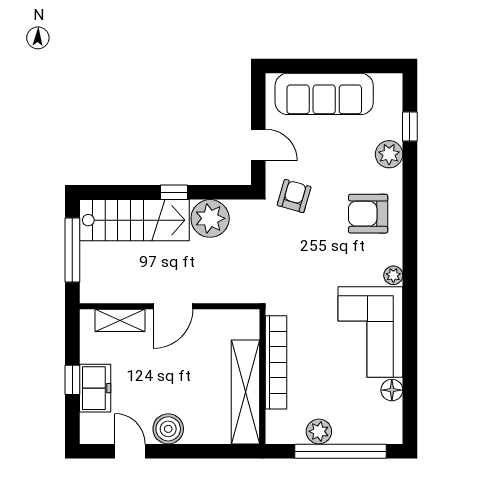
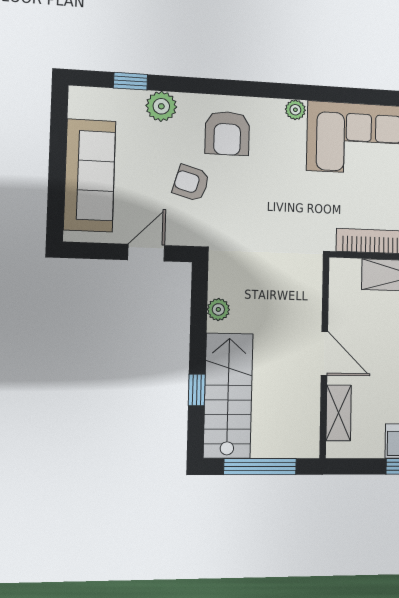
window: (174, 192) -> (197, 390), moved
armchair: (294, 196) -> (191, 183), moved
plant: (210, 218) -> (218, 309), width x0.53, depth x0.53

